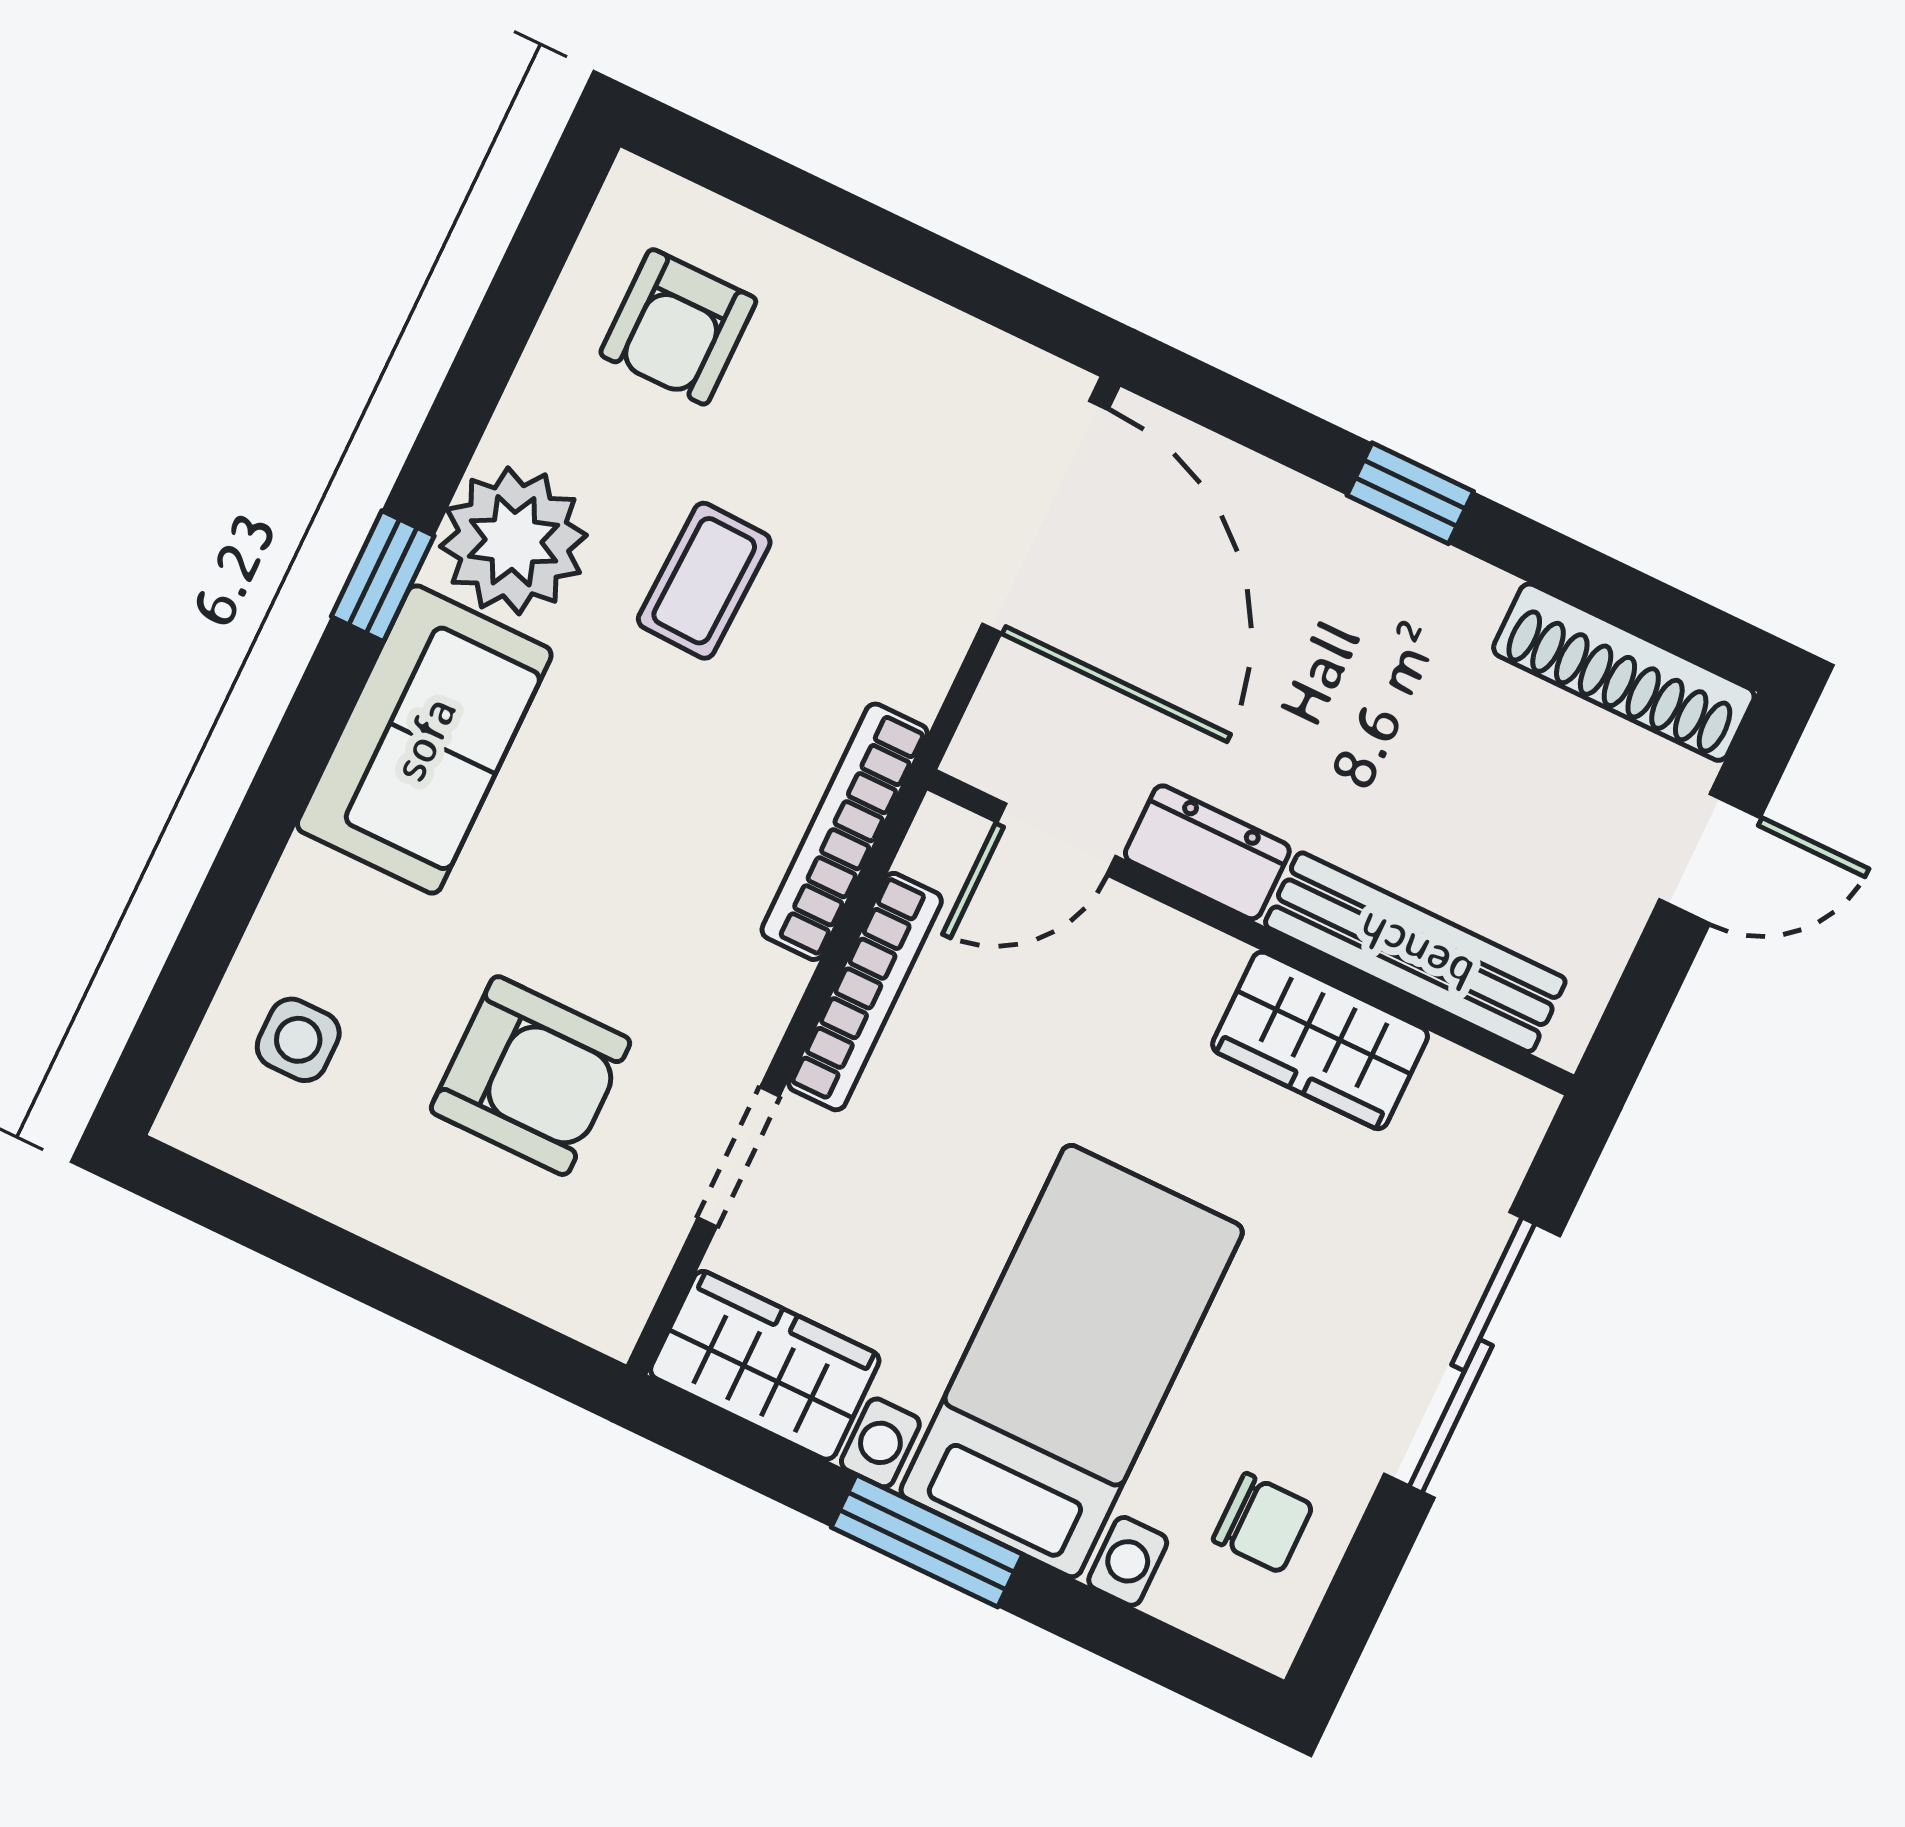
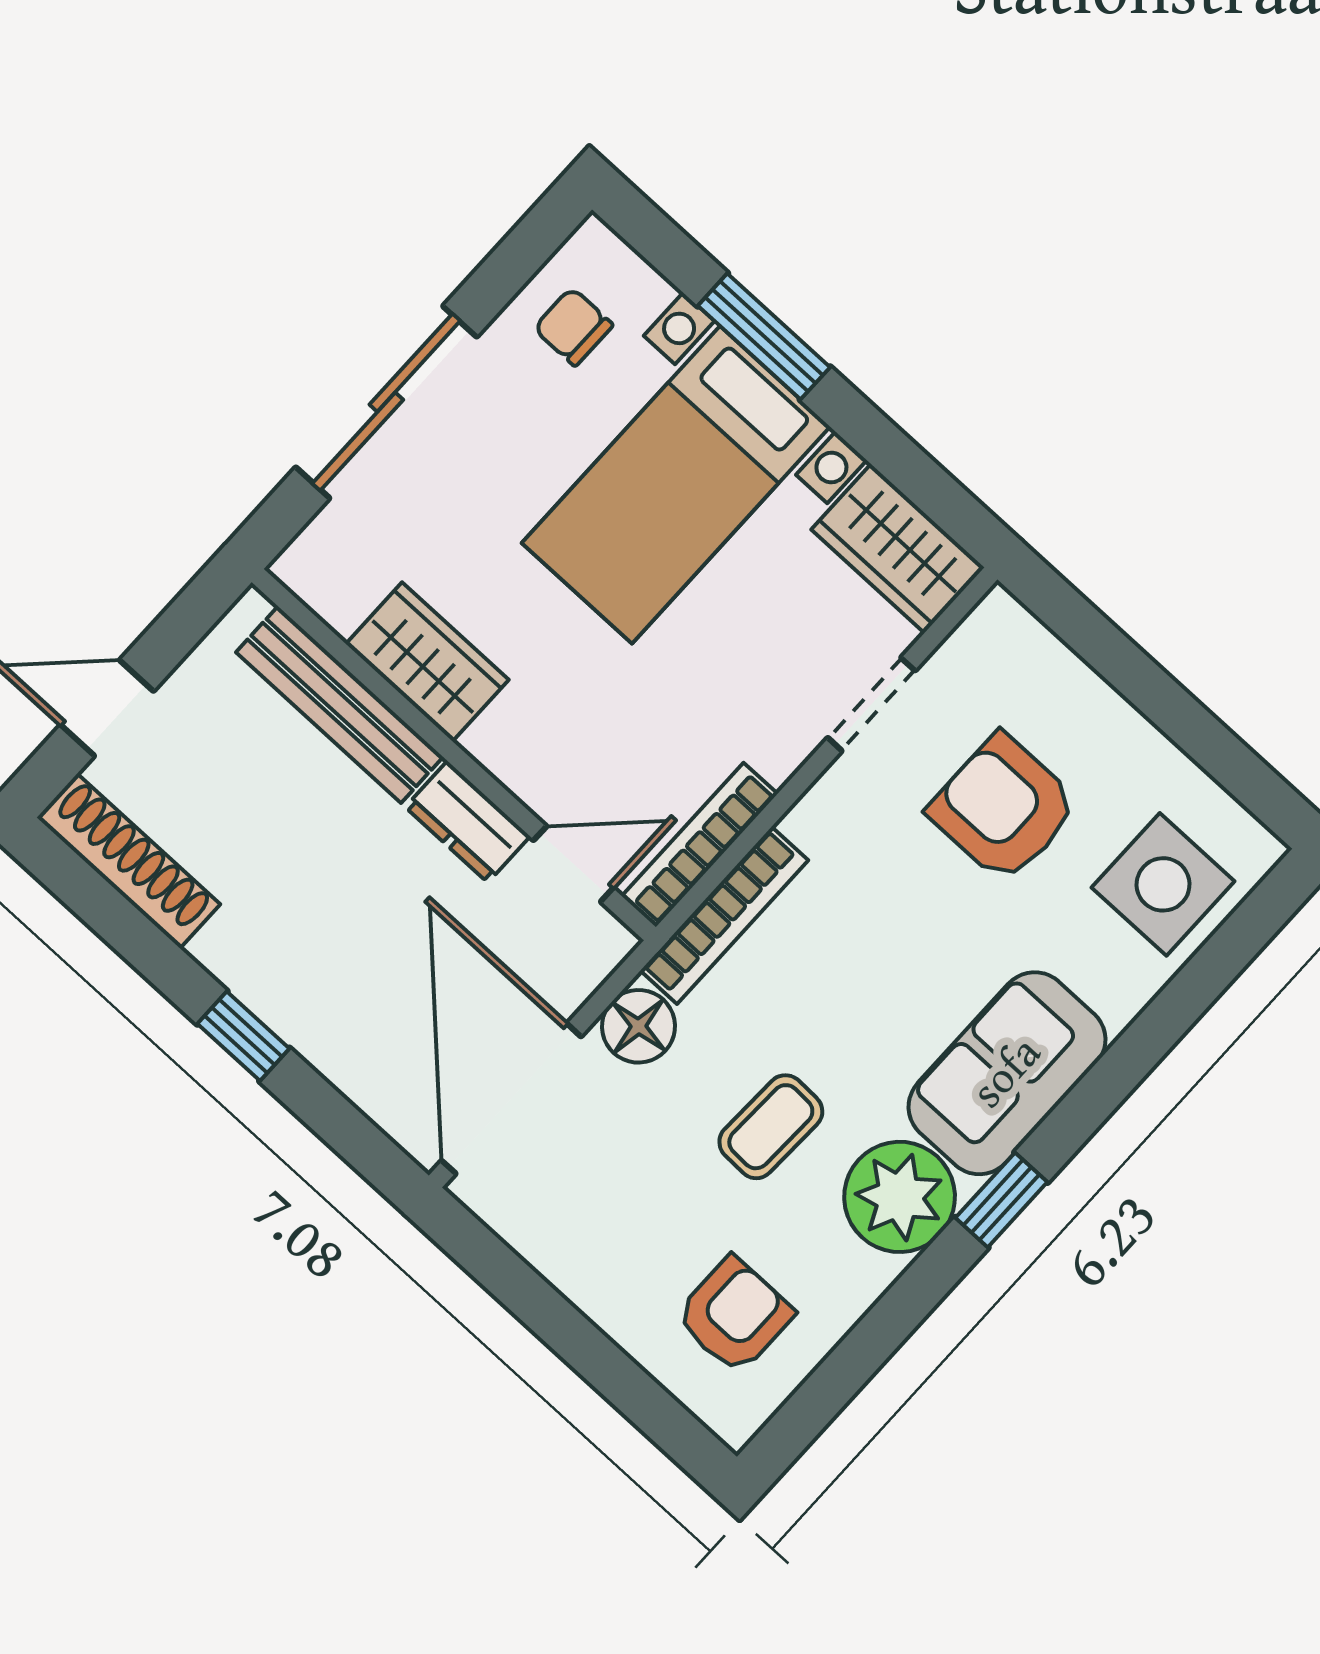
floor lamp: (911, 658) -> (638, 1026), added
bookcase: (865, 992) -> (700, 845), moved
side table: (298, 1040) -> (1163, 884), width x1.87, depth x1.87
window: (927, 1541) -> (764, 336), moved

